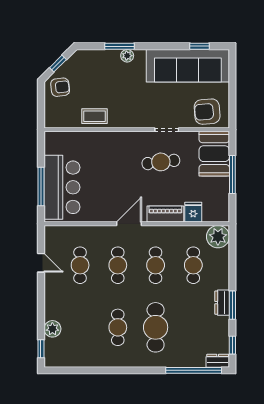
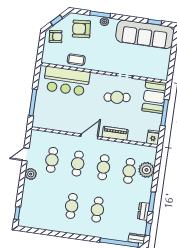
armchair: (207, 112) -> (81, 29), moved
bar counter: (62, 187) -> (67, 81), moved, turned 90
fridge: (193, 212) -> (153, 137), moved
plant: (218, 237) -> (146, 170), moved
door: (41, 263) -> (26, 154), swing flipped
dresser: (222, 303) -> (144, 211), moved
cafe table: (156, 327) -> (97, 210), width x0.73, depth x0.74
plant: (52, 329) -> (31, 174), moved

